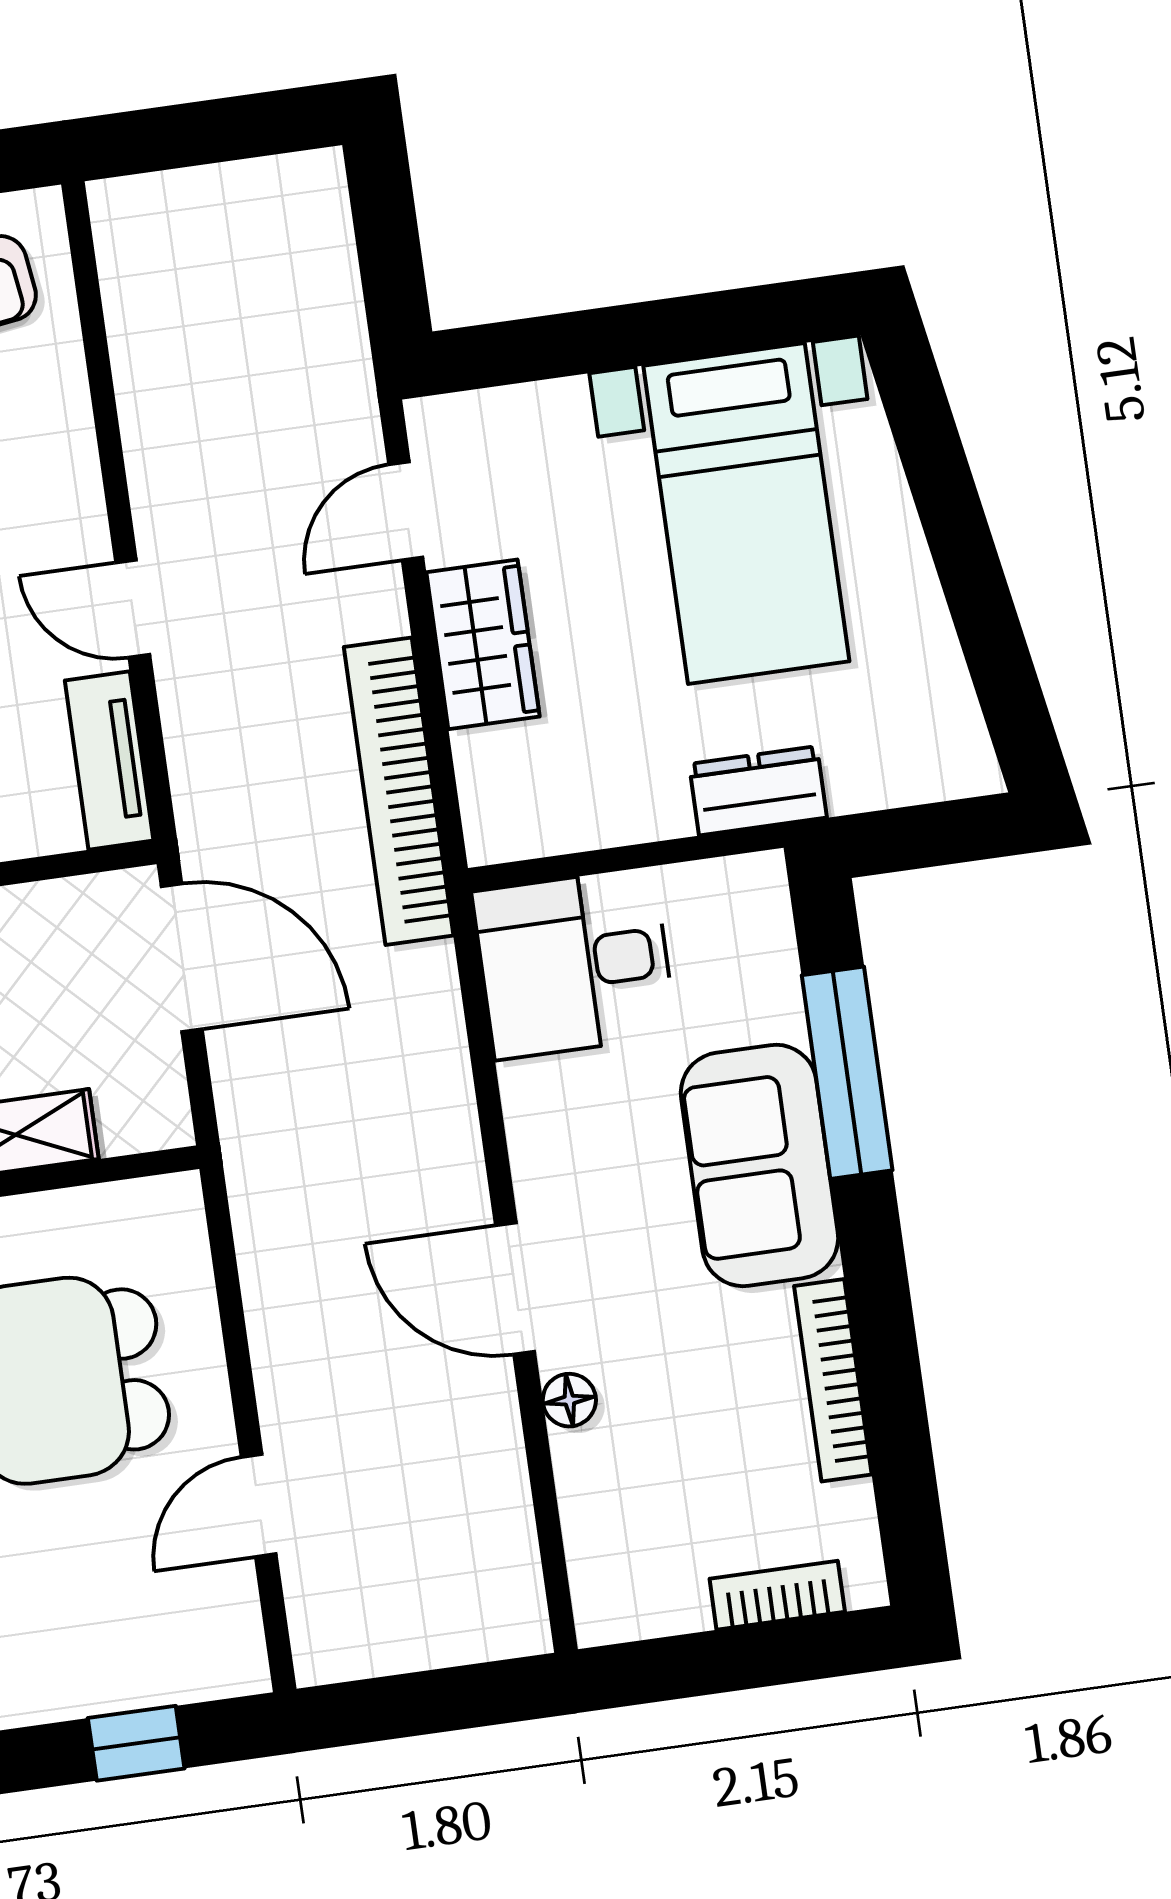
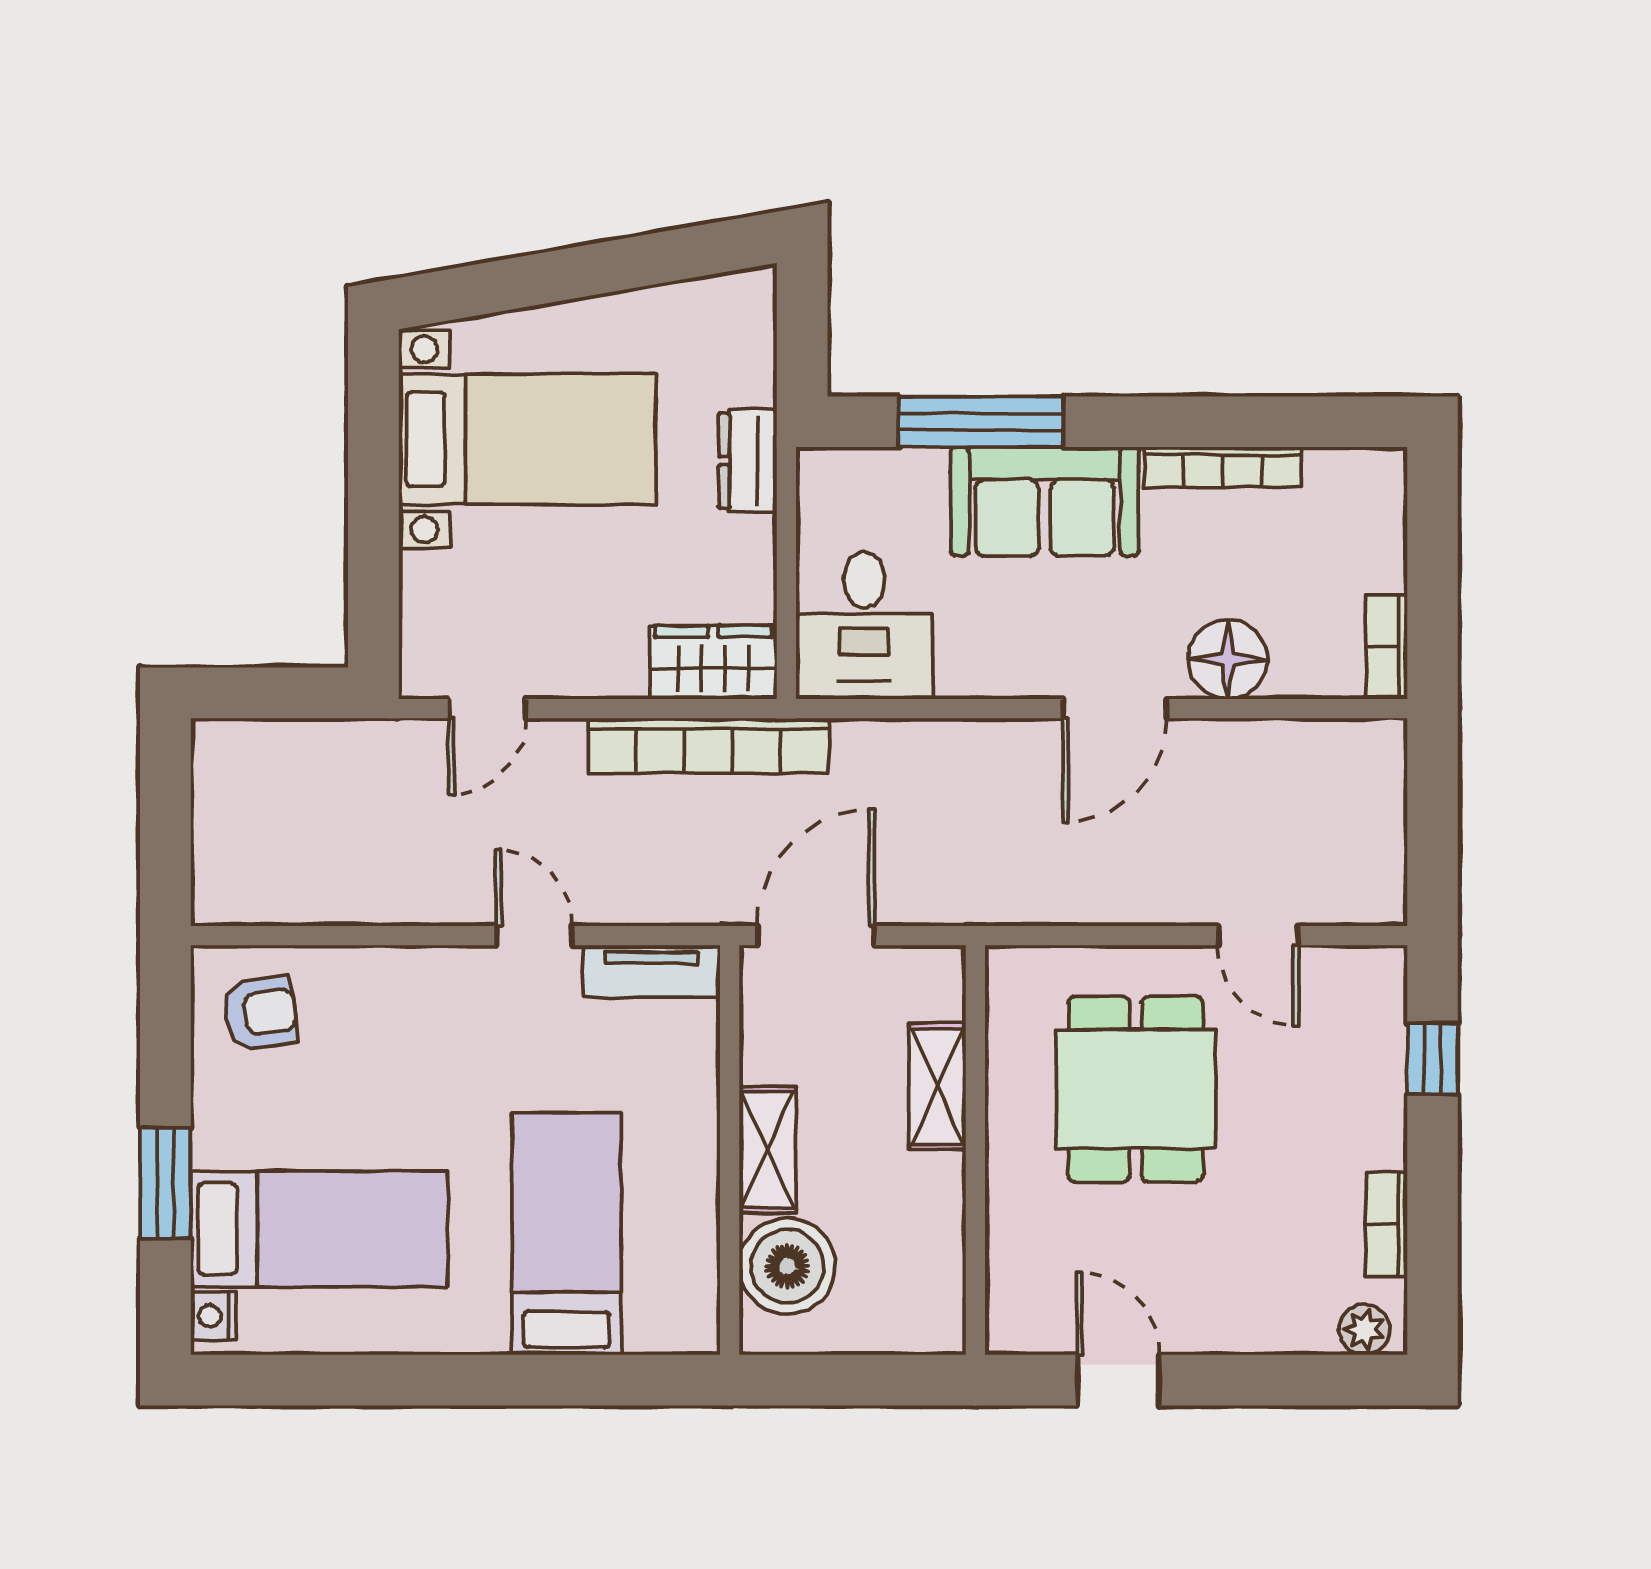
door: (406, 511) -> (487, 709), hinge flipped
door: (133, 609) -> (534, 936), swing flipped
wardrobe: (483, 644) -> (713, 662), moved
floor lamp: (569, 1400) -> (1228, 659), width x1.89, depth x1.89
bookcase: (777, 1595) -> (1387, 646), moved

